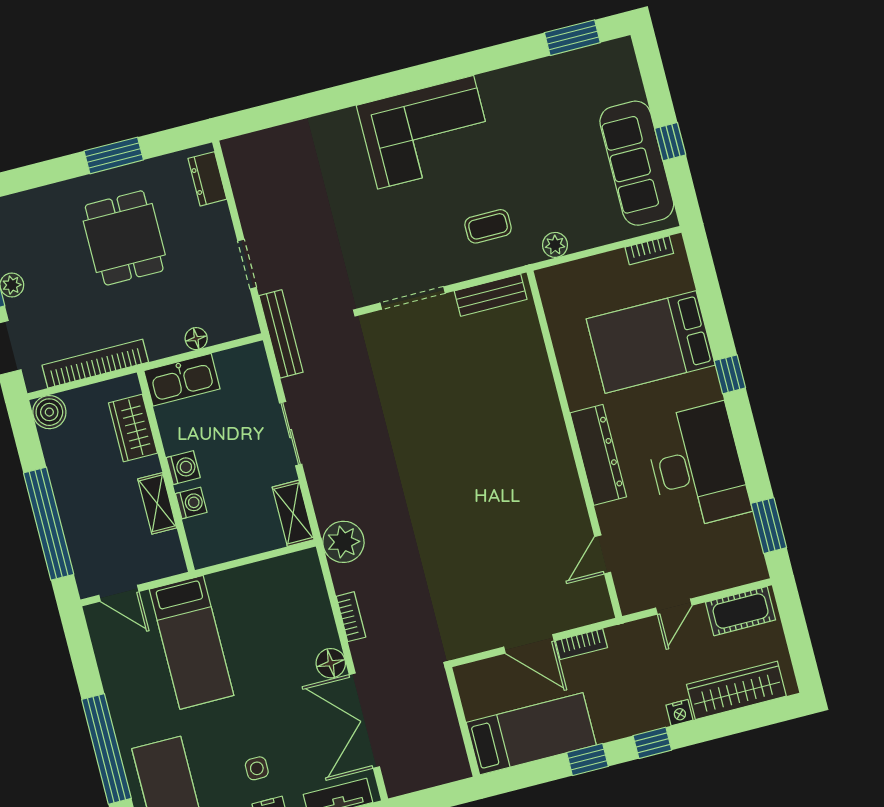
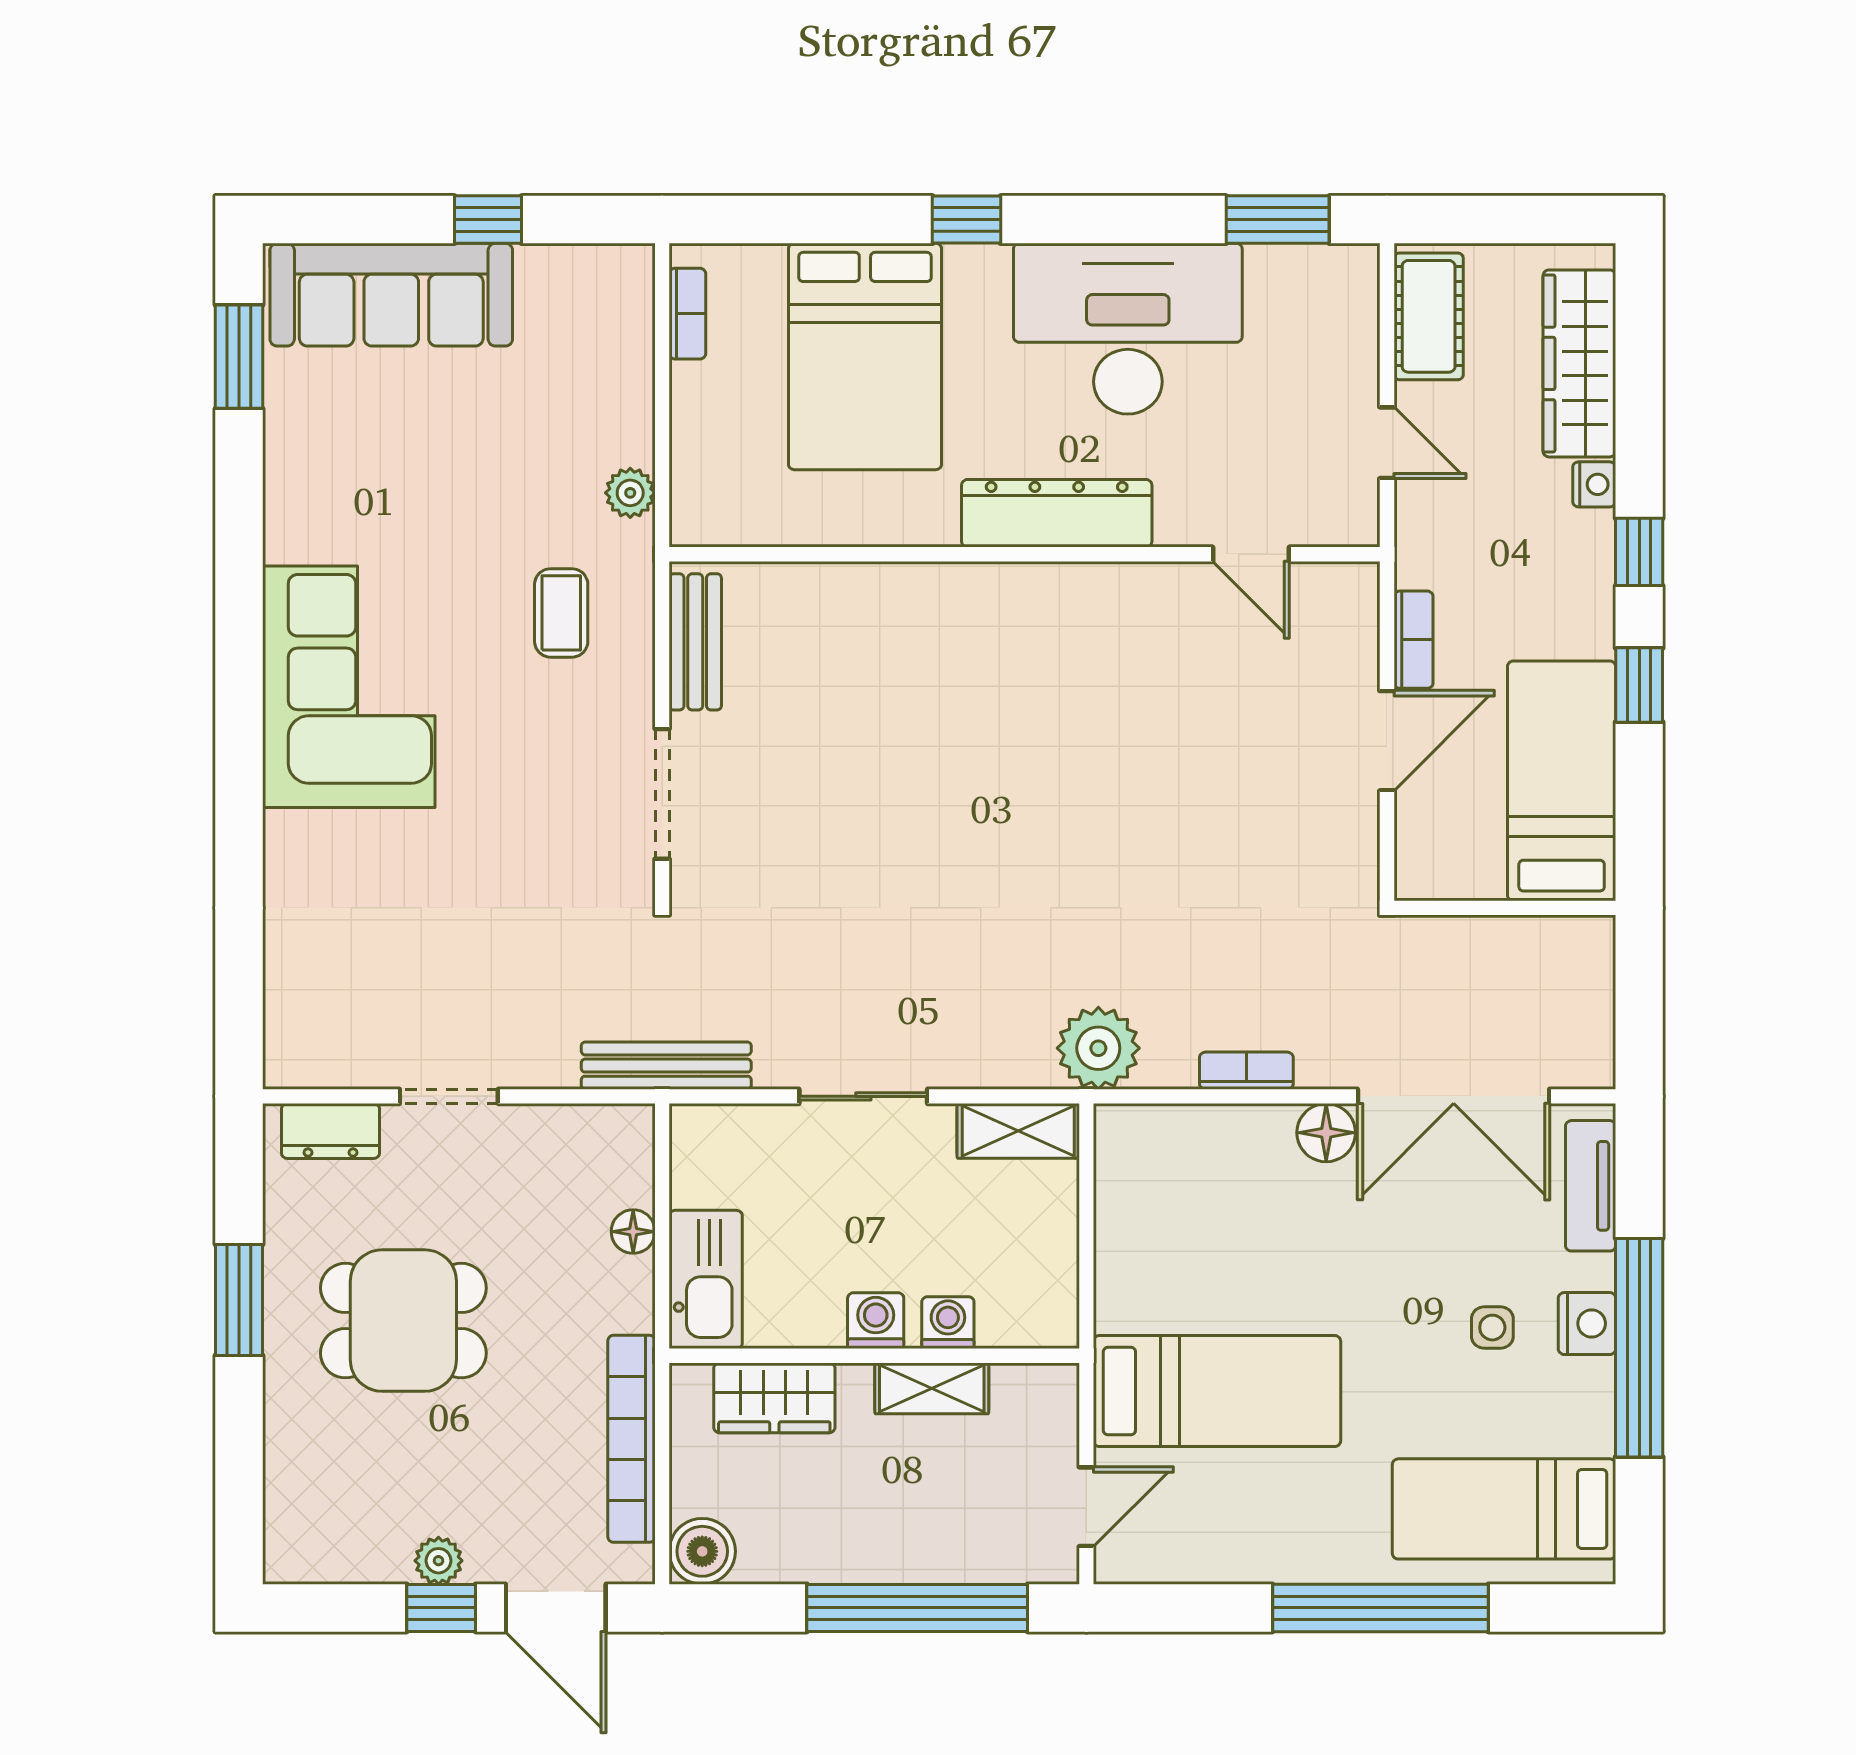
sofa: (637, 163) -> (391, 295), moved
doorway: (247, 264) -> (449, 1096), moved

